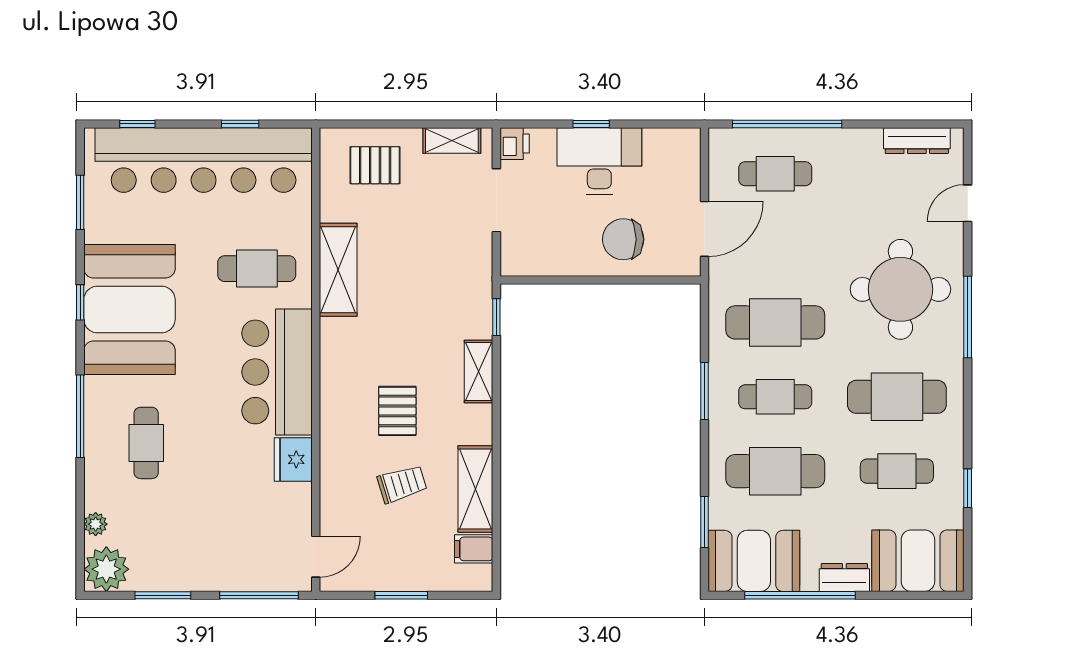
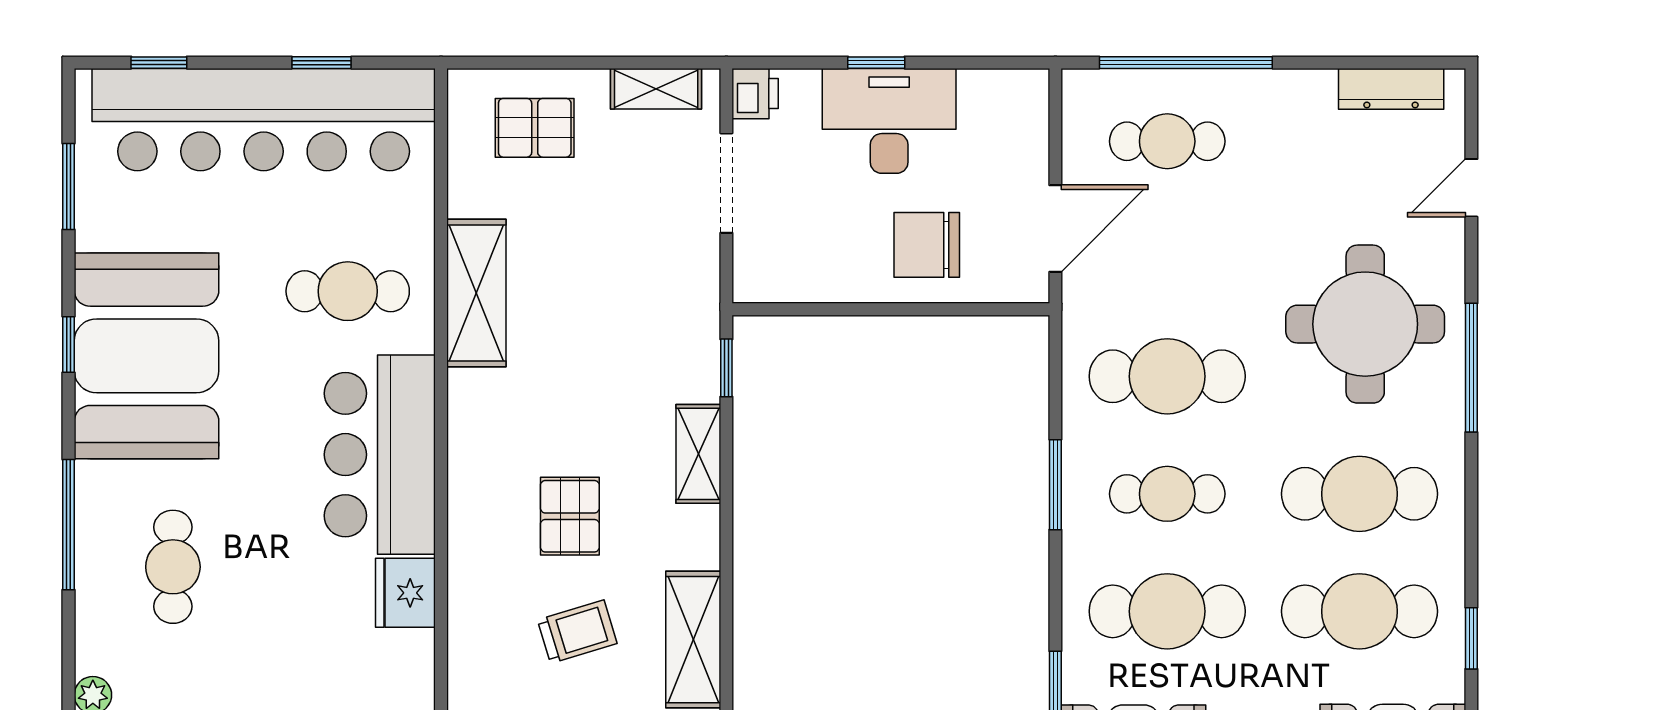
cafe table: (897, 471) -> (1359, 611), width x1.37, depth x1.35

